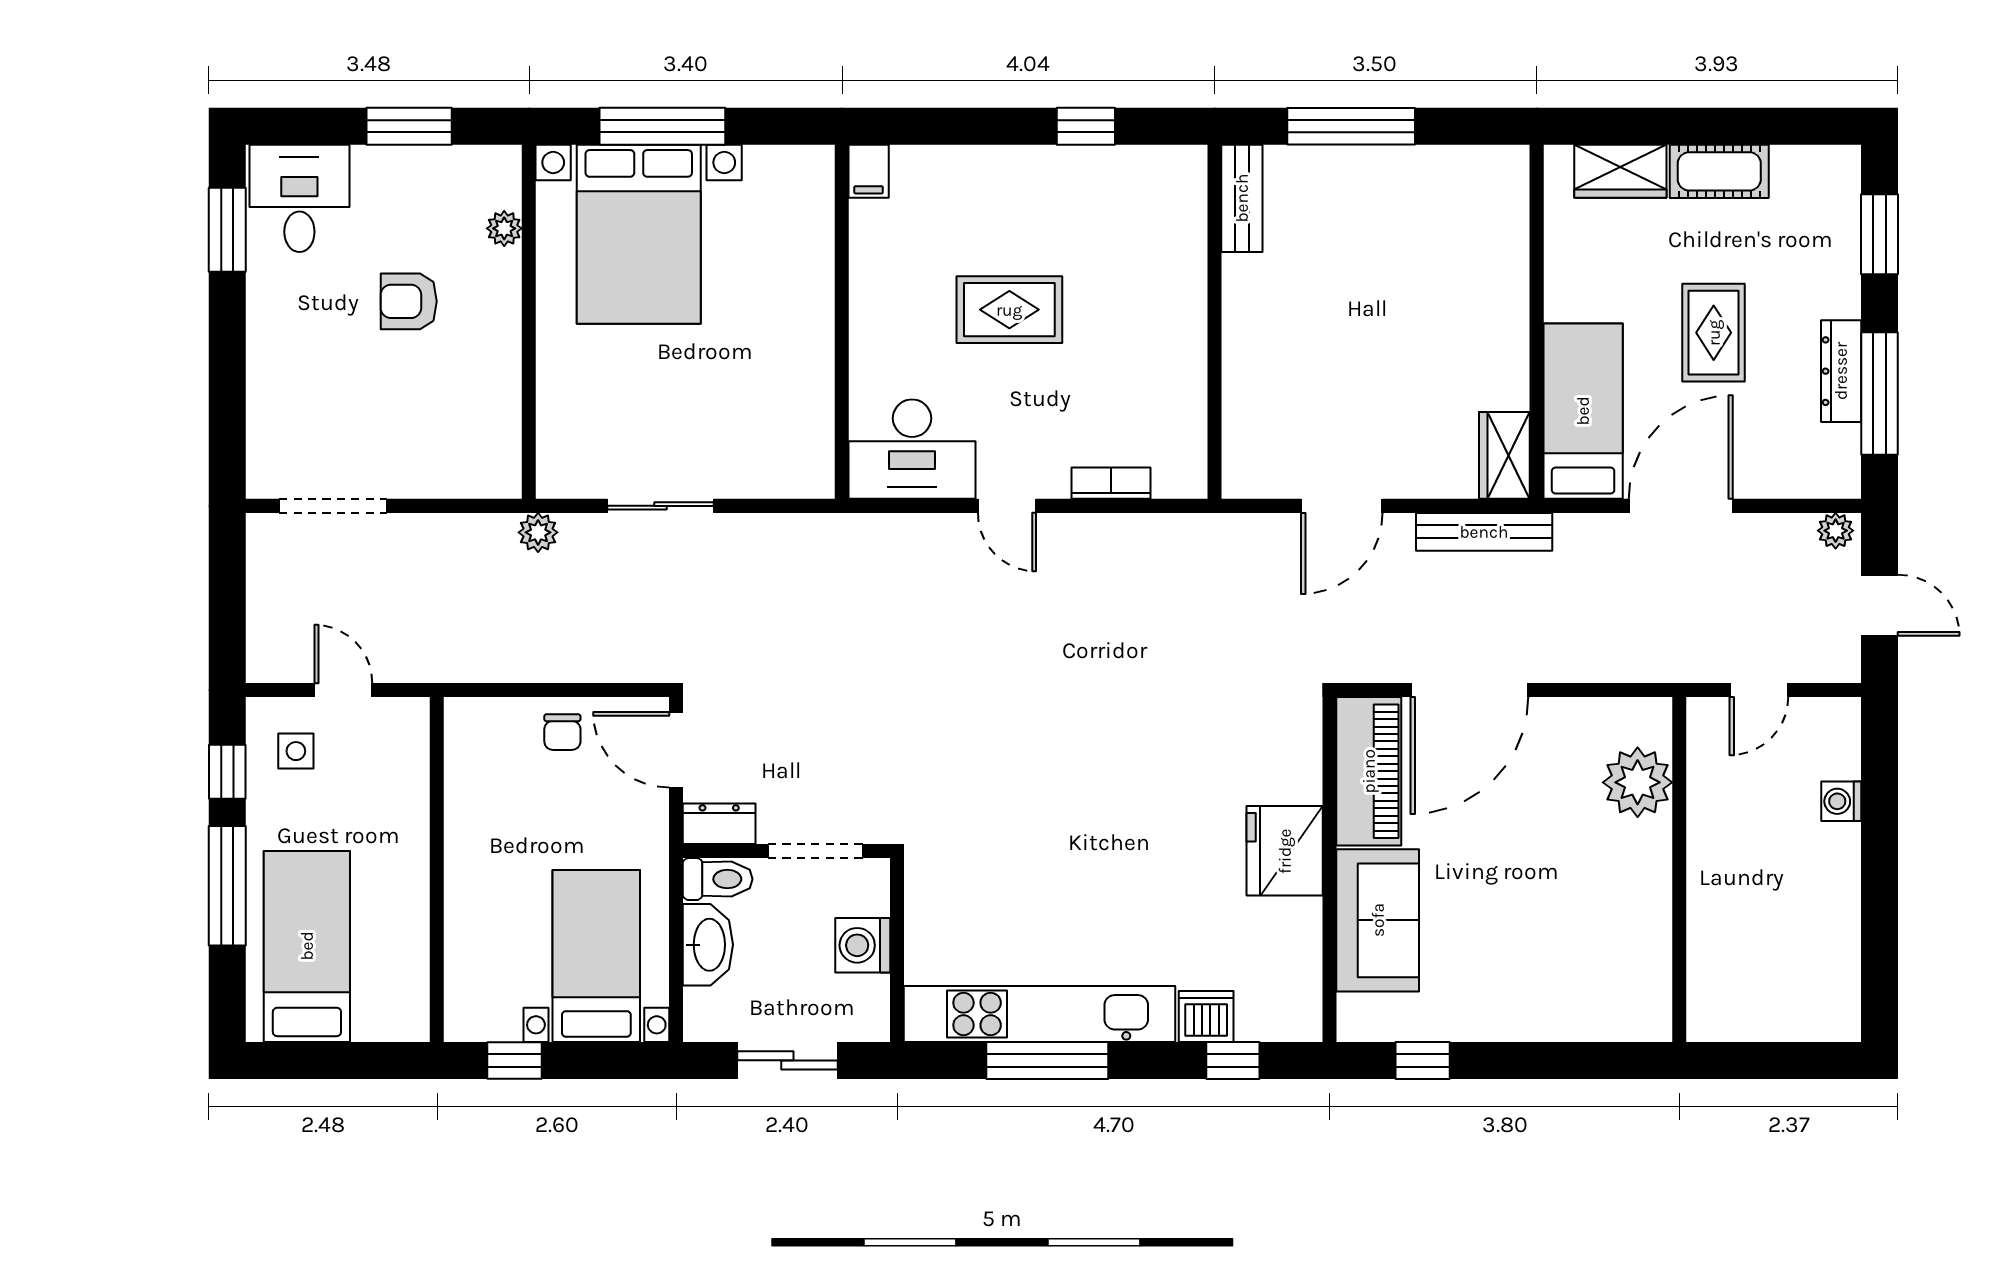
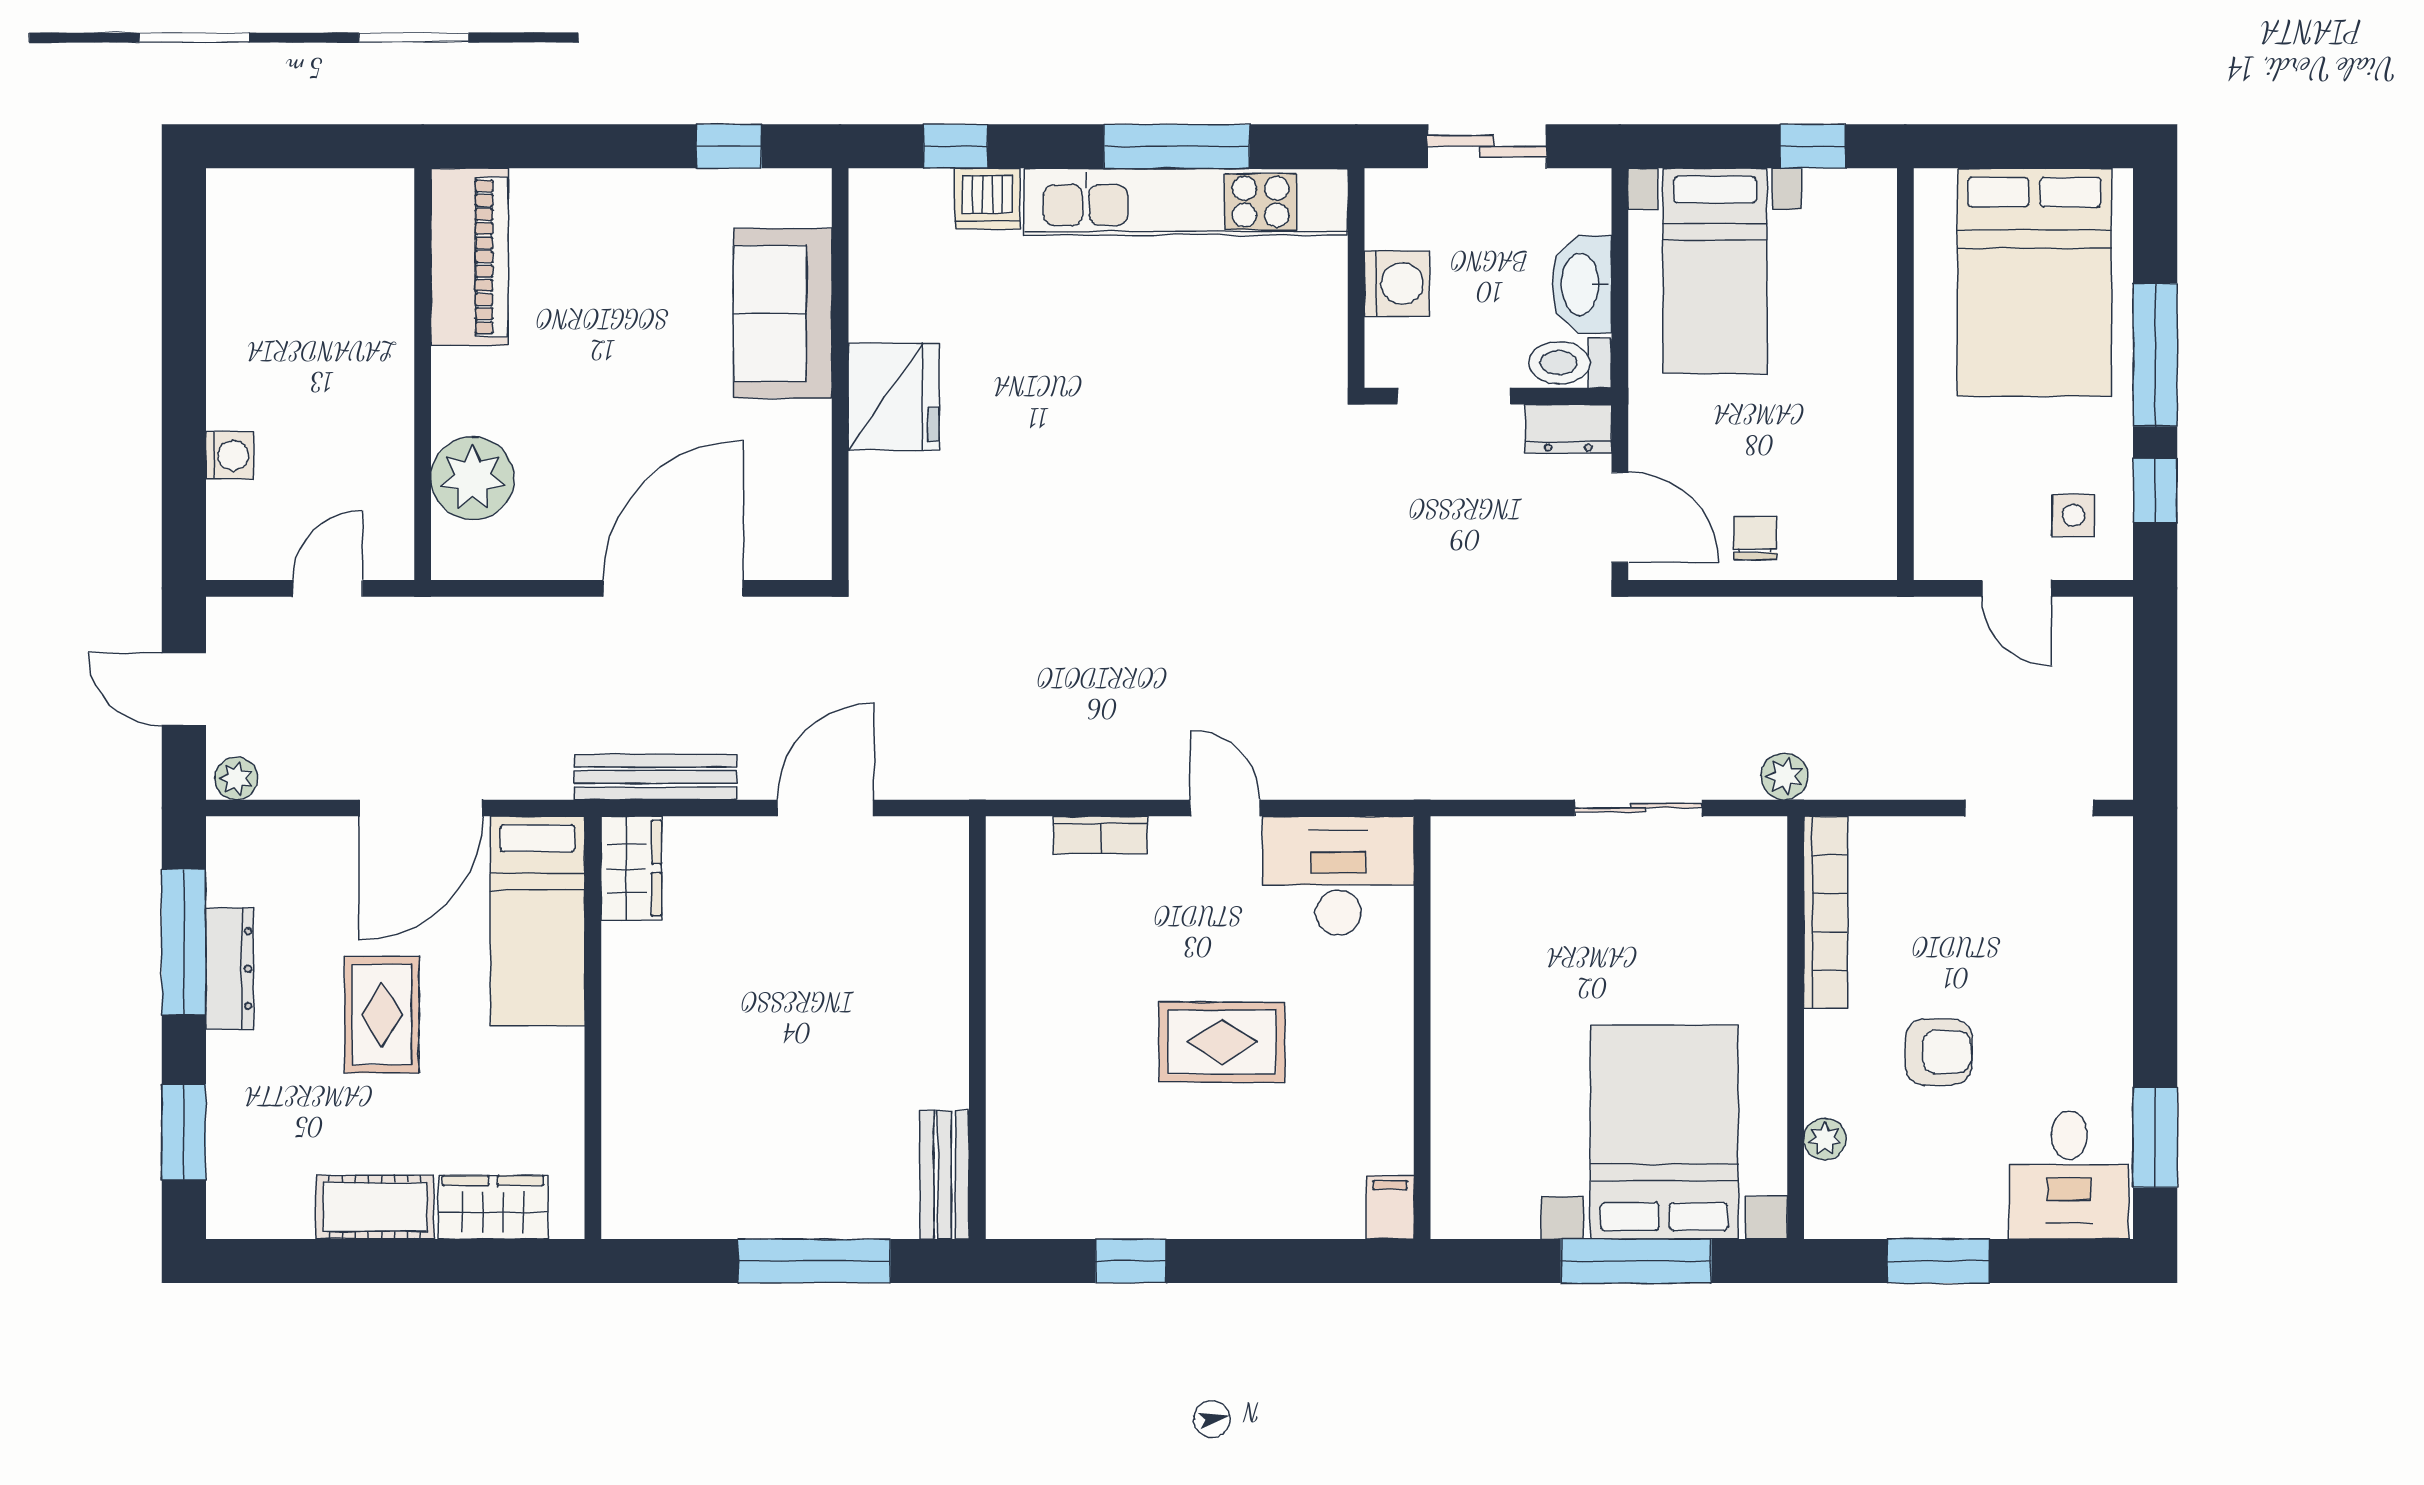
bookcase: (504, 418) -> (1826, 912), added
piano: (1369, 771) -> (469, 257), moved, turned 180
bed: (307, 946) -> (2034, 282), width x1.50

